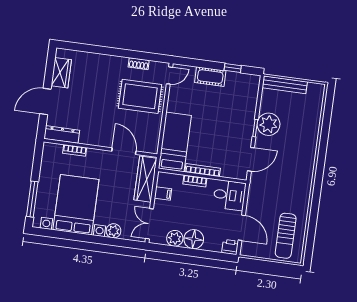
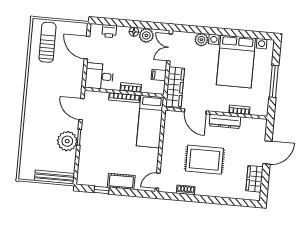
rug: (140, 96) -> (205, 160), moved
dresser: (62, 134) -> (225, 121), moved
door: (251, 159) -> (82, 109), hinge flipped
window: (32, 199) -> (274, 81), moved
double door: (149, 224) -> (170, 47), swing flipped
floor lamp: (194, 239) -> (134, 32), width x0.53, depth x0.53
printer: (230, 247) -> (109, 31), moved

